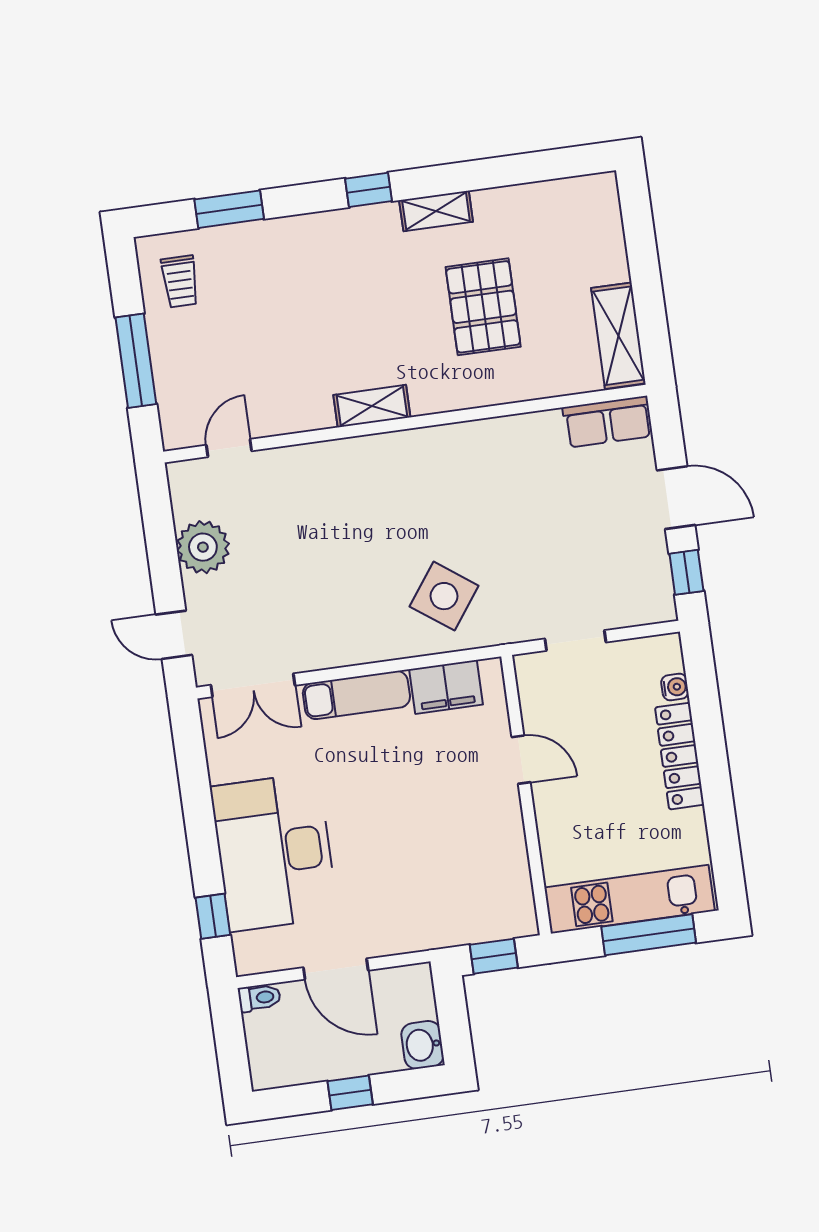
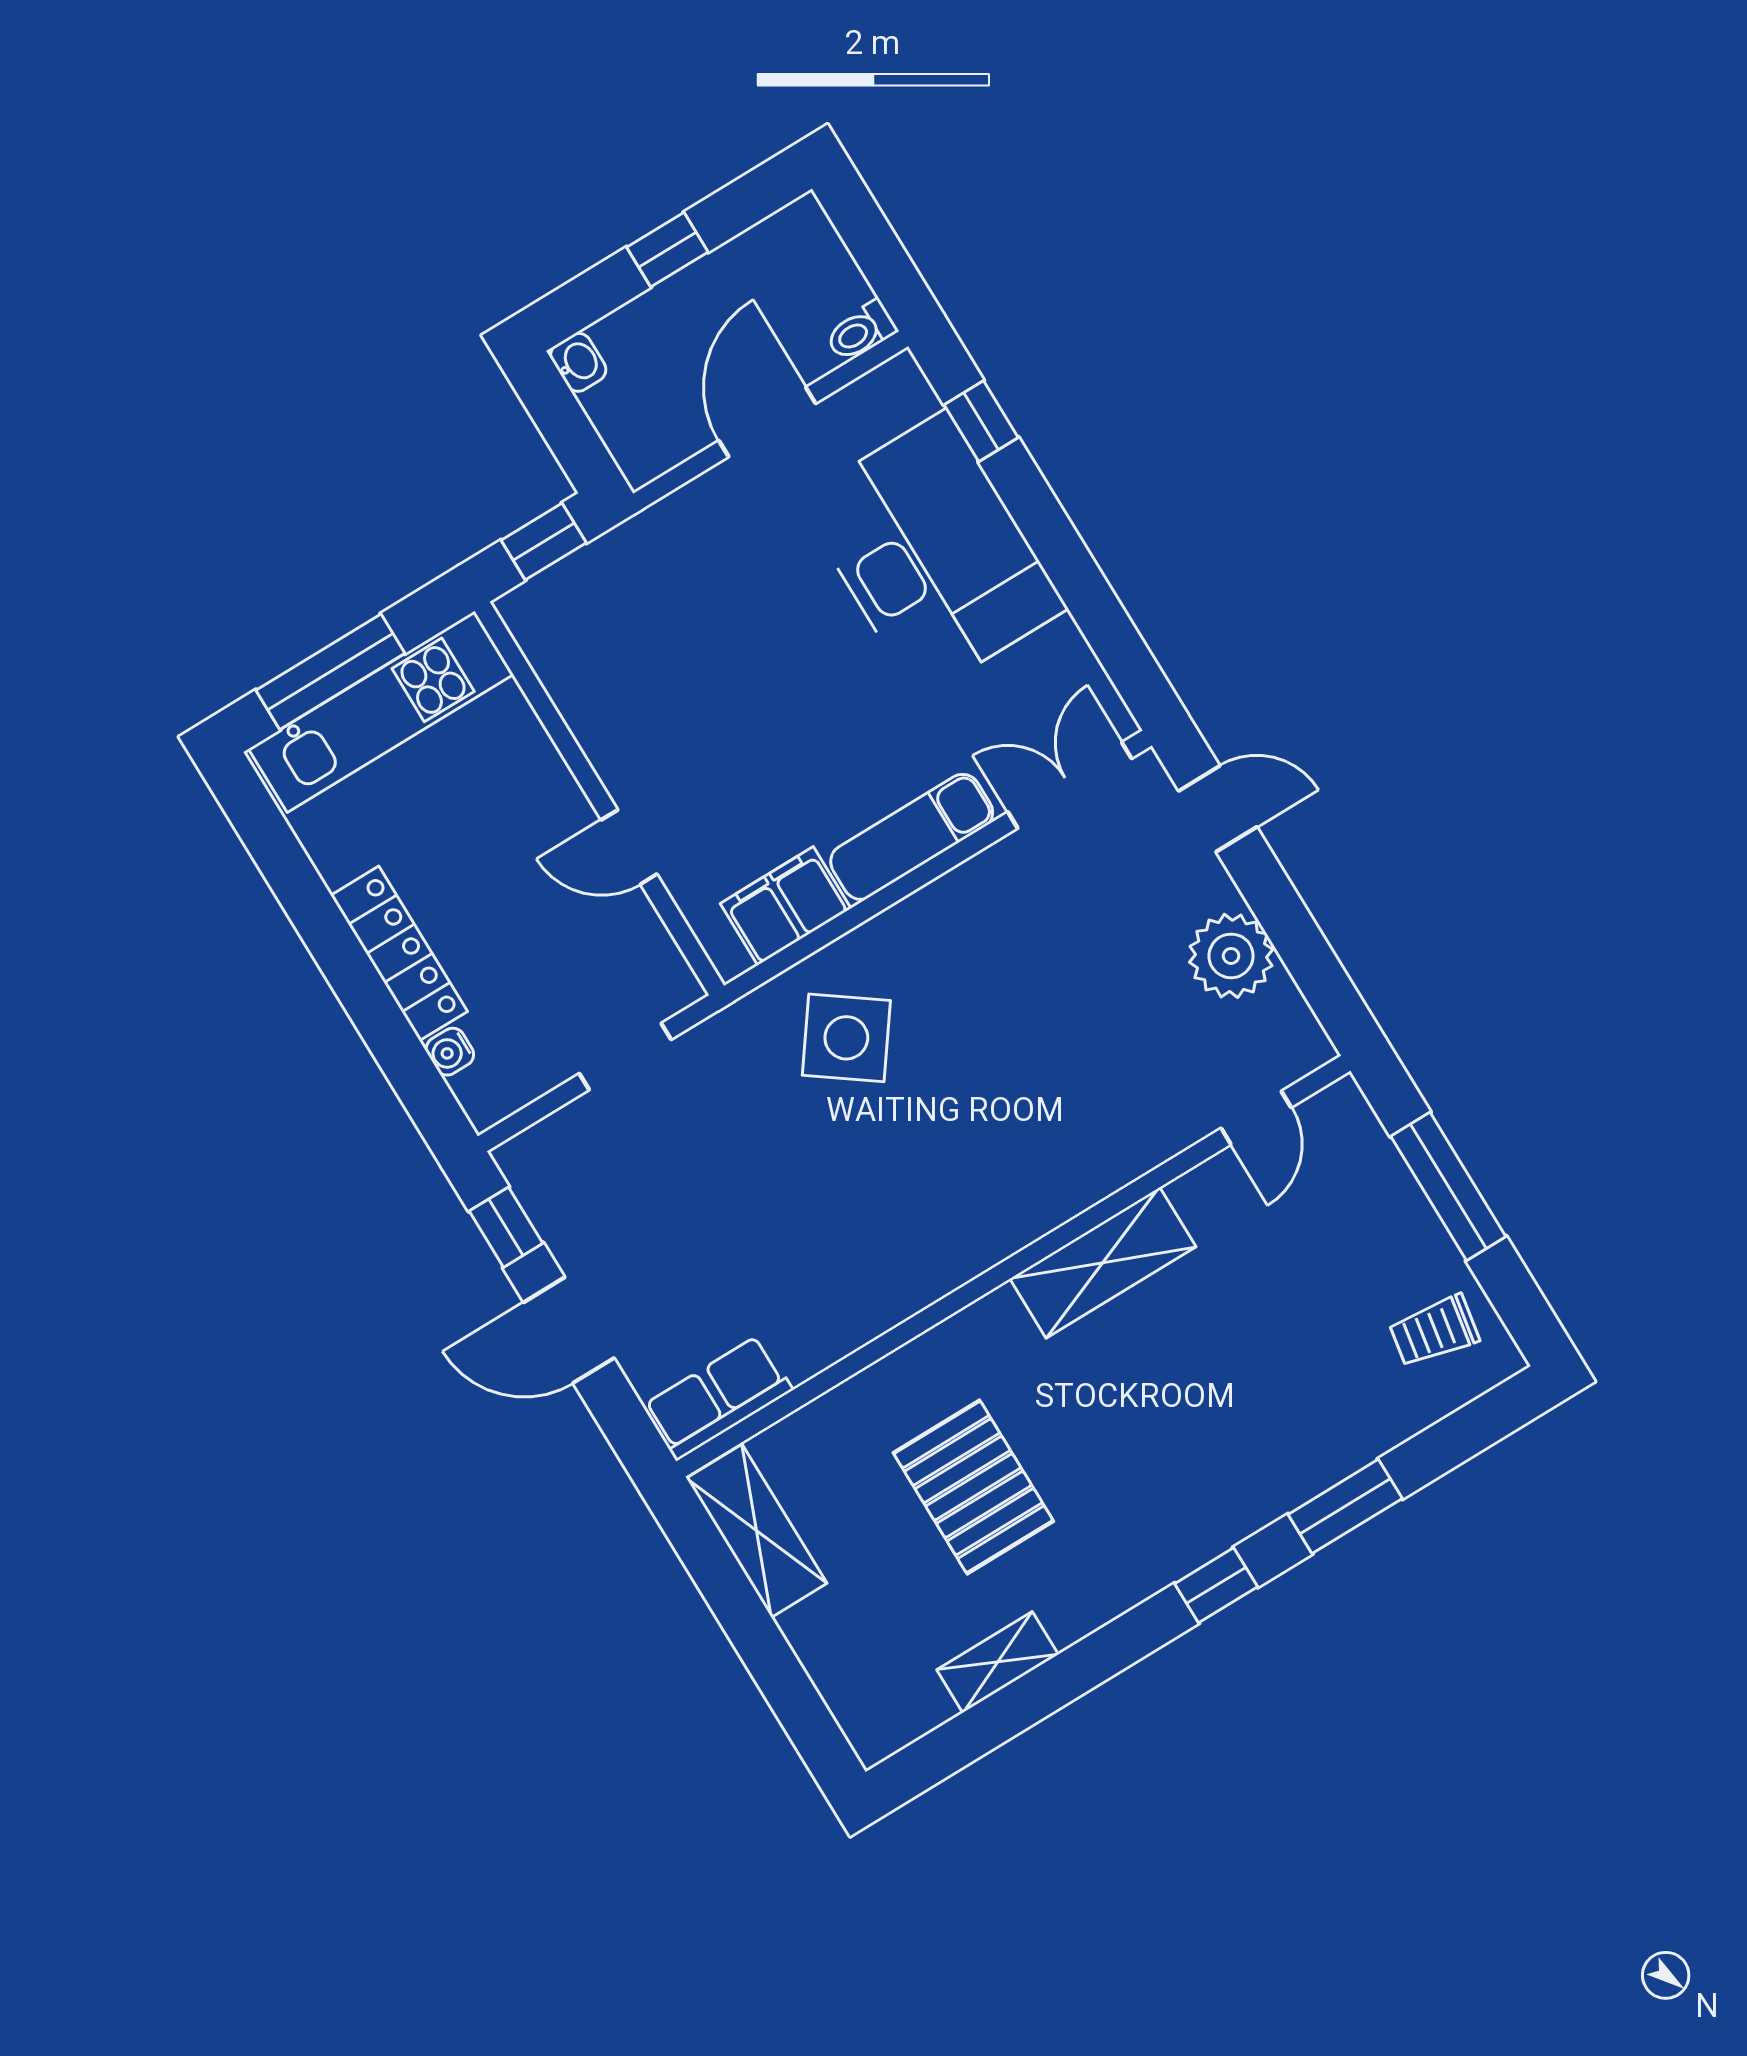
window: (229, 209) -> (1345, 1506), moved
shelving: (436, 211) -> (998, 1662), moved
trolley: (180, 281) -> (1434, 1331), turned -80
shelving: (372, 406) -> (1103, 1263), width x1.50, depth x1.33
door: (336, 969) -> (767, 422), hinge flipped
washbasin: (422, 1045) -> (578, 362), width x0.72, depth x0.69

